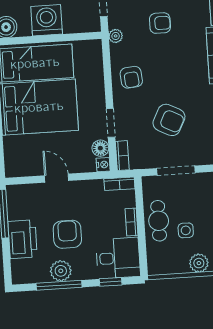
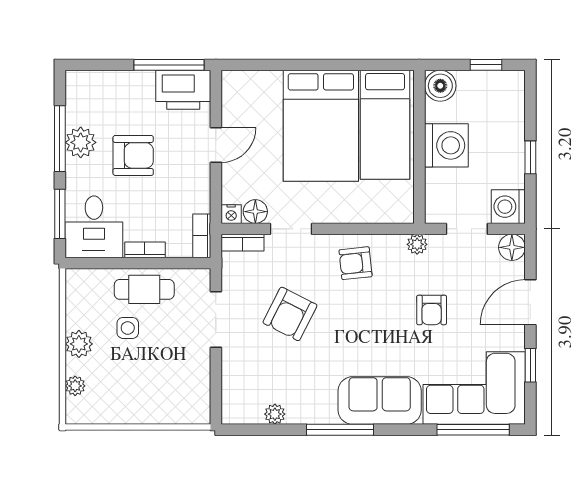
printer: (23, 239) -> (183, 90), moved
window: (111, 282) -> (60, 214), width x1.50

